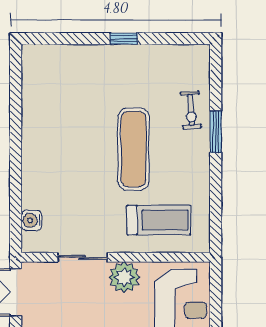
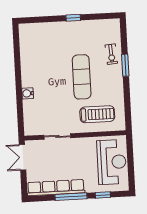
water cooler: (32, 220) -> (28, 93), moved
plant: (124, 277) -> (80, 146), removed

